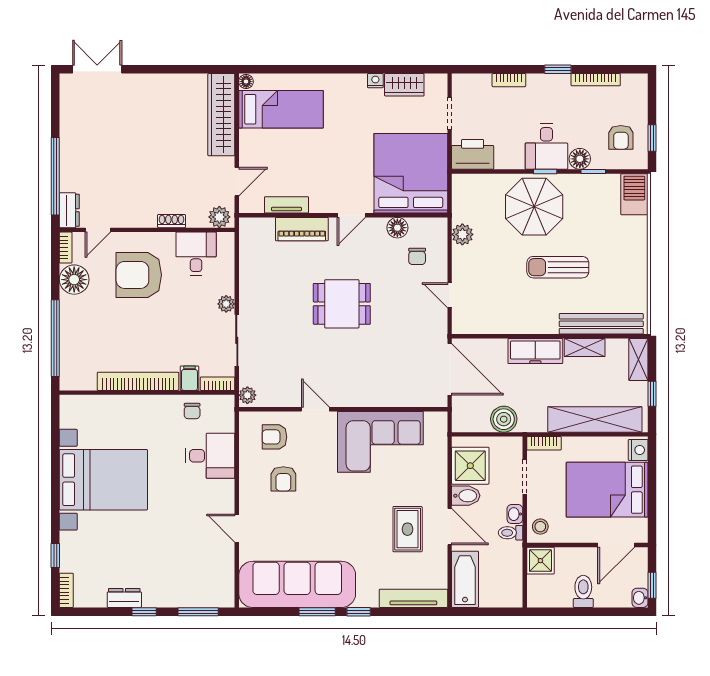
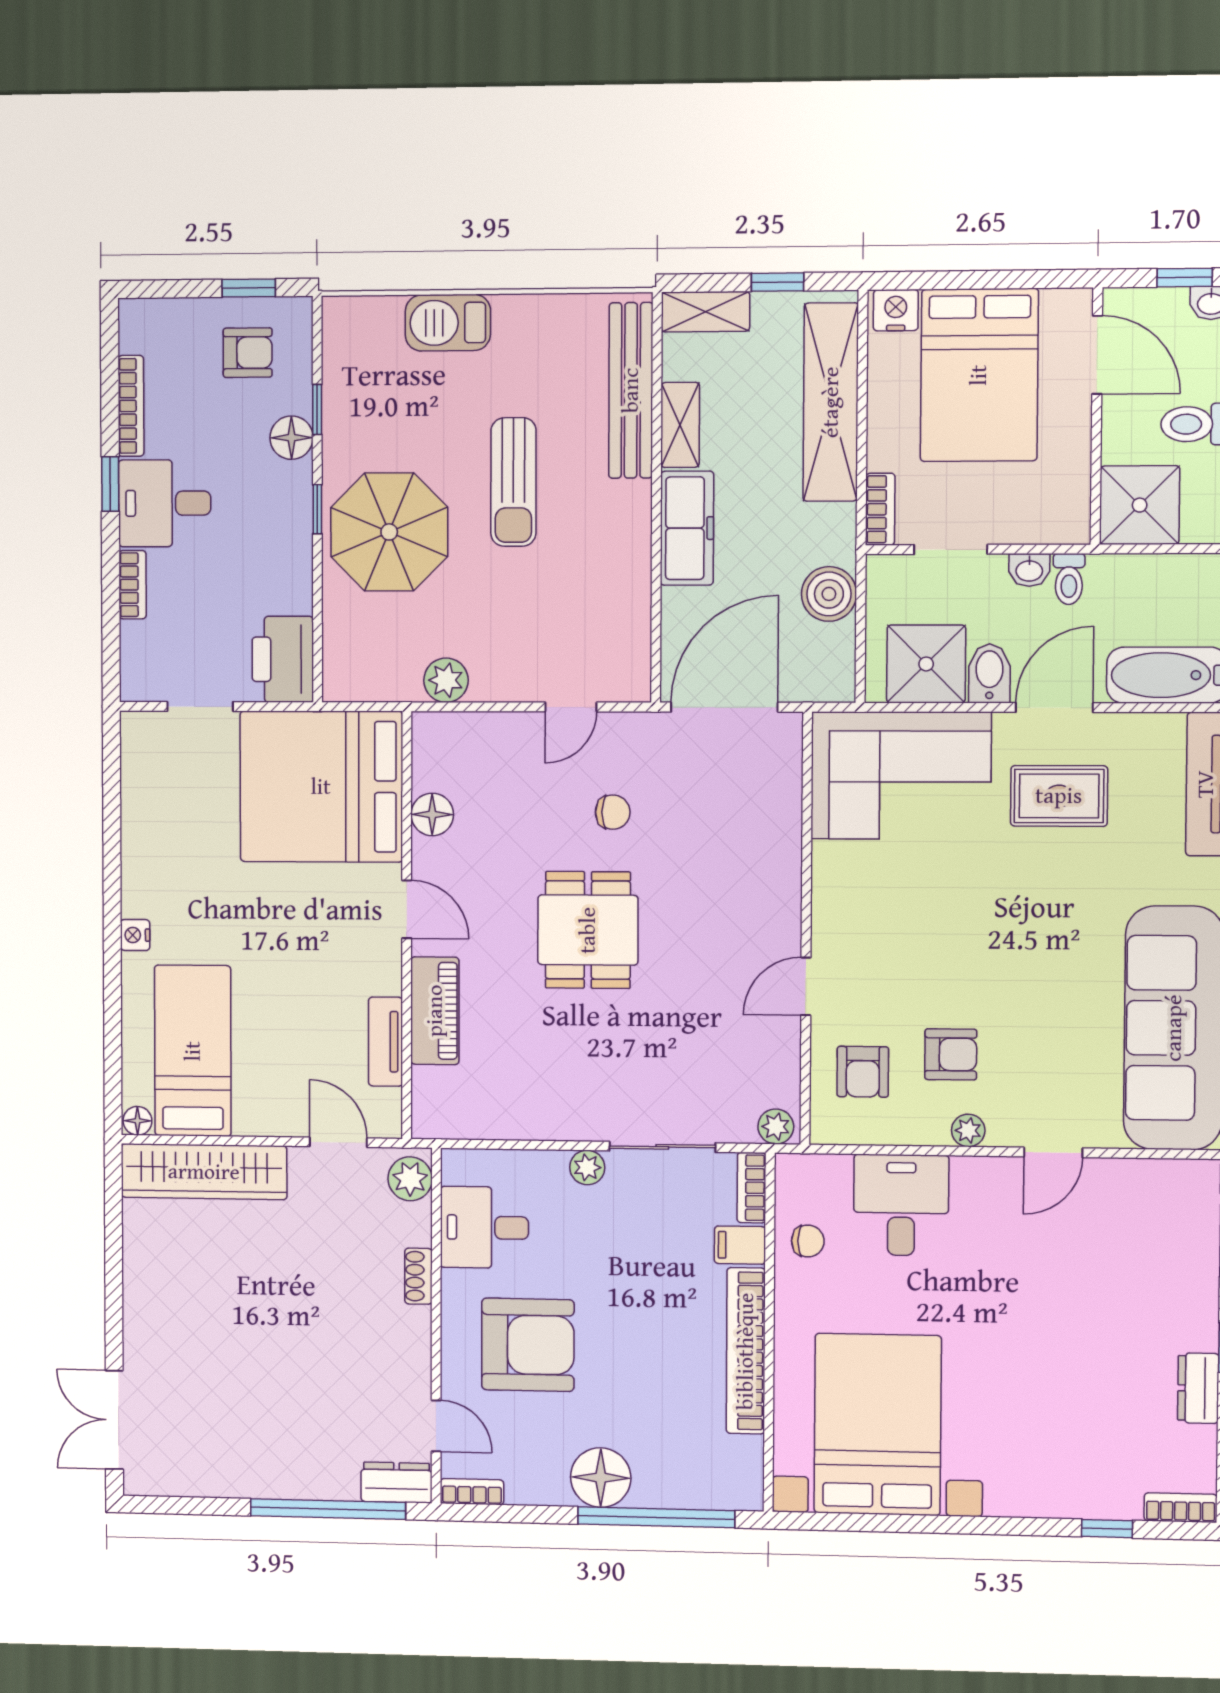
nightstand: (375, 81) -> (135, 935), moved
wardrobe: (404, 85) -> (143, 799), removed
desk: (546, 147) -> (165, 503), moved, turned 180
barbecue: (634, 194) -> (448, 323), moved
chair: (417, 256) -> (613, 812), moved
armchair: (139, 275) -> (528, 1345), turned -90
floor lamp: (74, 280) -> (601, 1478), moved
corner sofa: (380, 442) -> (901, 776), moved, turned 90
bed with nightstands: (103, 480) -> (878, 1424), moved
plant: (247, 488) -> (968, 1130), added
stool: (540, 527) -> (1056, 516), removed
shower: (540, 561) -> (1140, 505), width x1.36, depth x1.36

